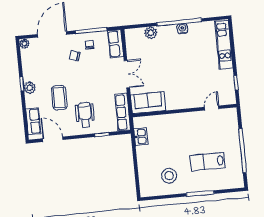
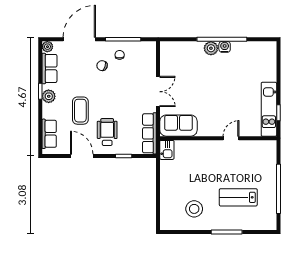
plant: (151, 33) -> (211, 48), moved
row of seats: (116, 44) -> (49, 68), moved, turned 180
kitchen unit: (224, 45) -> (269, 109), moved
door: (212, 108) -> (231, 138), moved
kitchen sink: (141, 137) -> (167, 150), moved
door: (53, 139) -> (82, 156), moved

